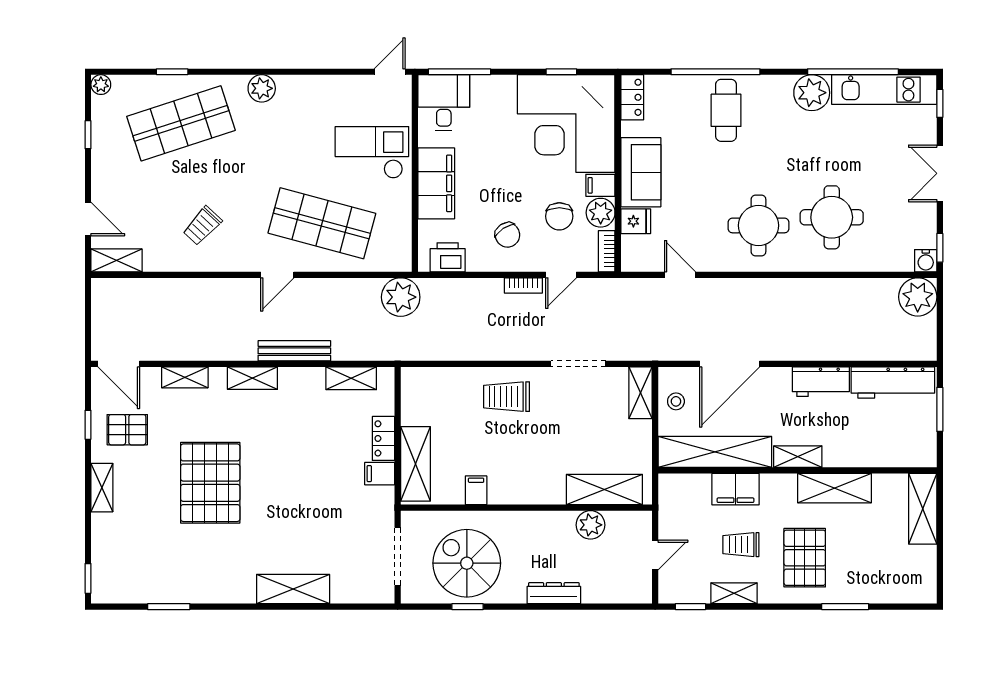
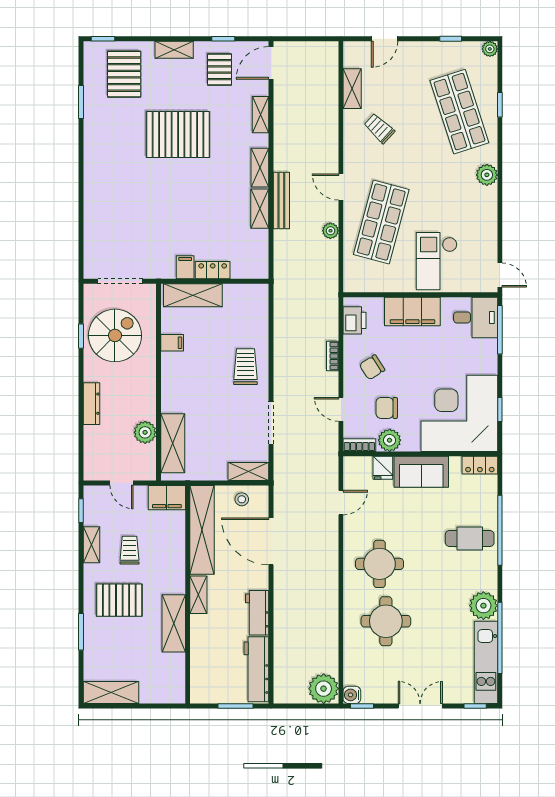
checkout: (372, 152) -> (437, 261), turned 180
filing cabinet: (600, 185) -> (411, 440), removed
shelving: (117, 260) -> (352, 89), moved
bookcase: (523, 285) -> (333, 356), moved
plant: (401, 297) -> (330, 231), moved, width x0.53, depth x0.53
shelving: (351, 378) -> (260, 209), moved
filing cabinet: (736, 489) -> (167, 498), moved, turned -90
shelving: (923, 509) -> (111, 693), moved
pallet: (133, 551) -> (124, 74), added
shelving: (293, 589) -> (95, 199), removed

